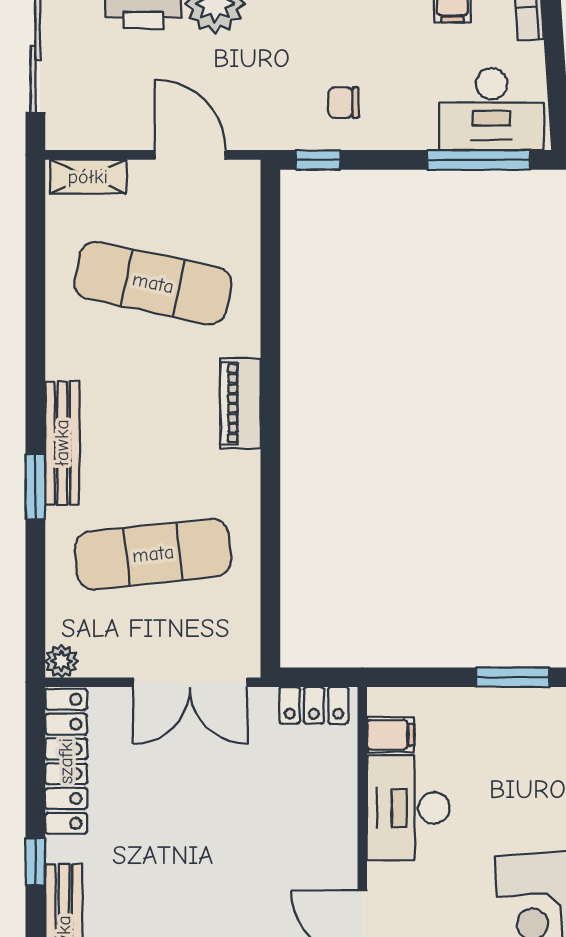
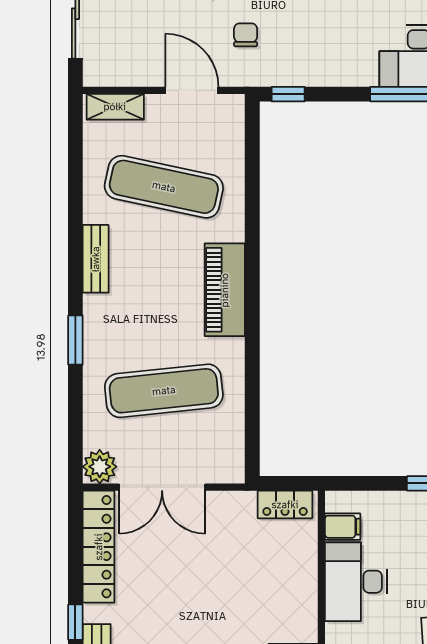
chair: (343, 103) -> (246, 35), moved, turned 90
piano: (241, 403) -> (225, 290), width x1.37, depth x1.33
bench: (62, 443) -> (96, 259), moved, width x0.73
plant: (62, 661) -> (100, 467), width x1.38, depth x1.38
double door: (190, 682) -> (162, 487), moved

